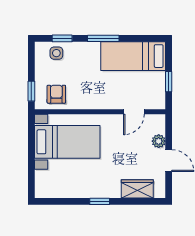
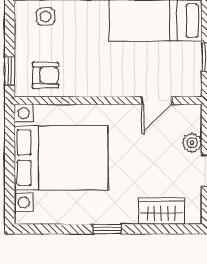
armchair: (56, 94) -> (45, 75), turned 90
bed with nightstands: (67, 142) -> (61, 158), width x1.36

